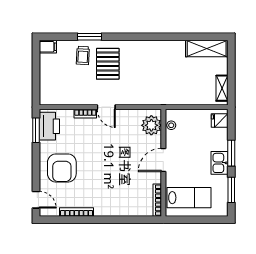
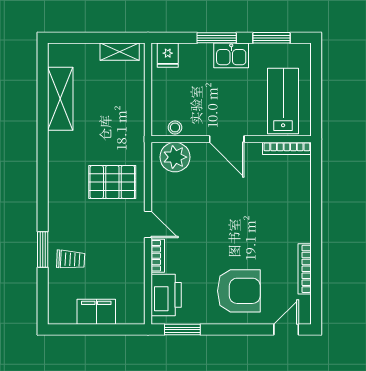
filing cabinet: (48, 47) -> (96, 312), moved, width x2.00
shelving: (207, 49) -> (60, 99), moved
pallet: (108, 64) -> (112, 182), moved
door: (106, 107) -> (148, 224), hinge flipped
printer: (49, 126) -> (166, 295), moved, turned 90

